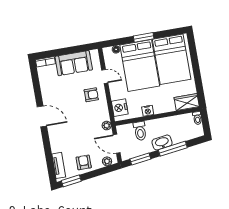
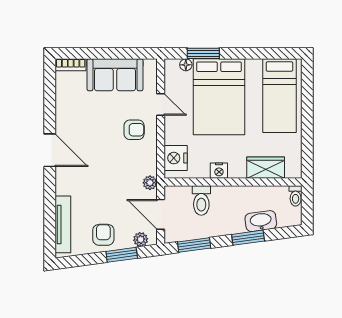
window: (144, 37) -> (203, 53), moved
bed: (172, 59) -> (279, 96), width x0.67
wardrobe: (187, 102) -> (266, 168), moved
washbasin: (162, 142) -> (261, 221), moved
window: (173, 149) -> (248, 238), width x0.69
tv unit: (59, 165) -> (63, 224), width x1.41
window: (71, 181) -> (122, 255), moved

